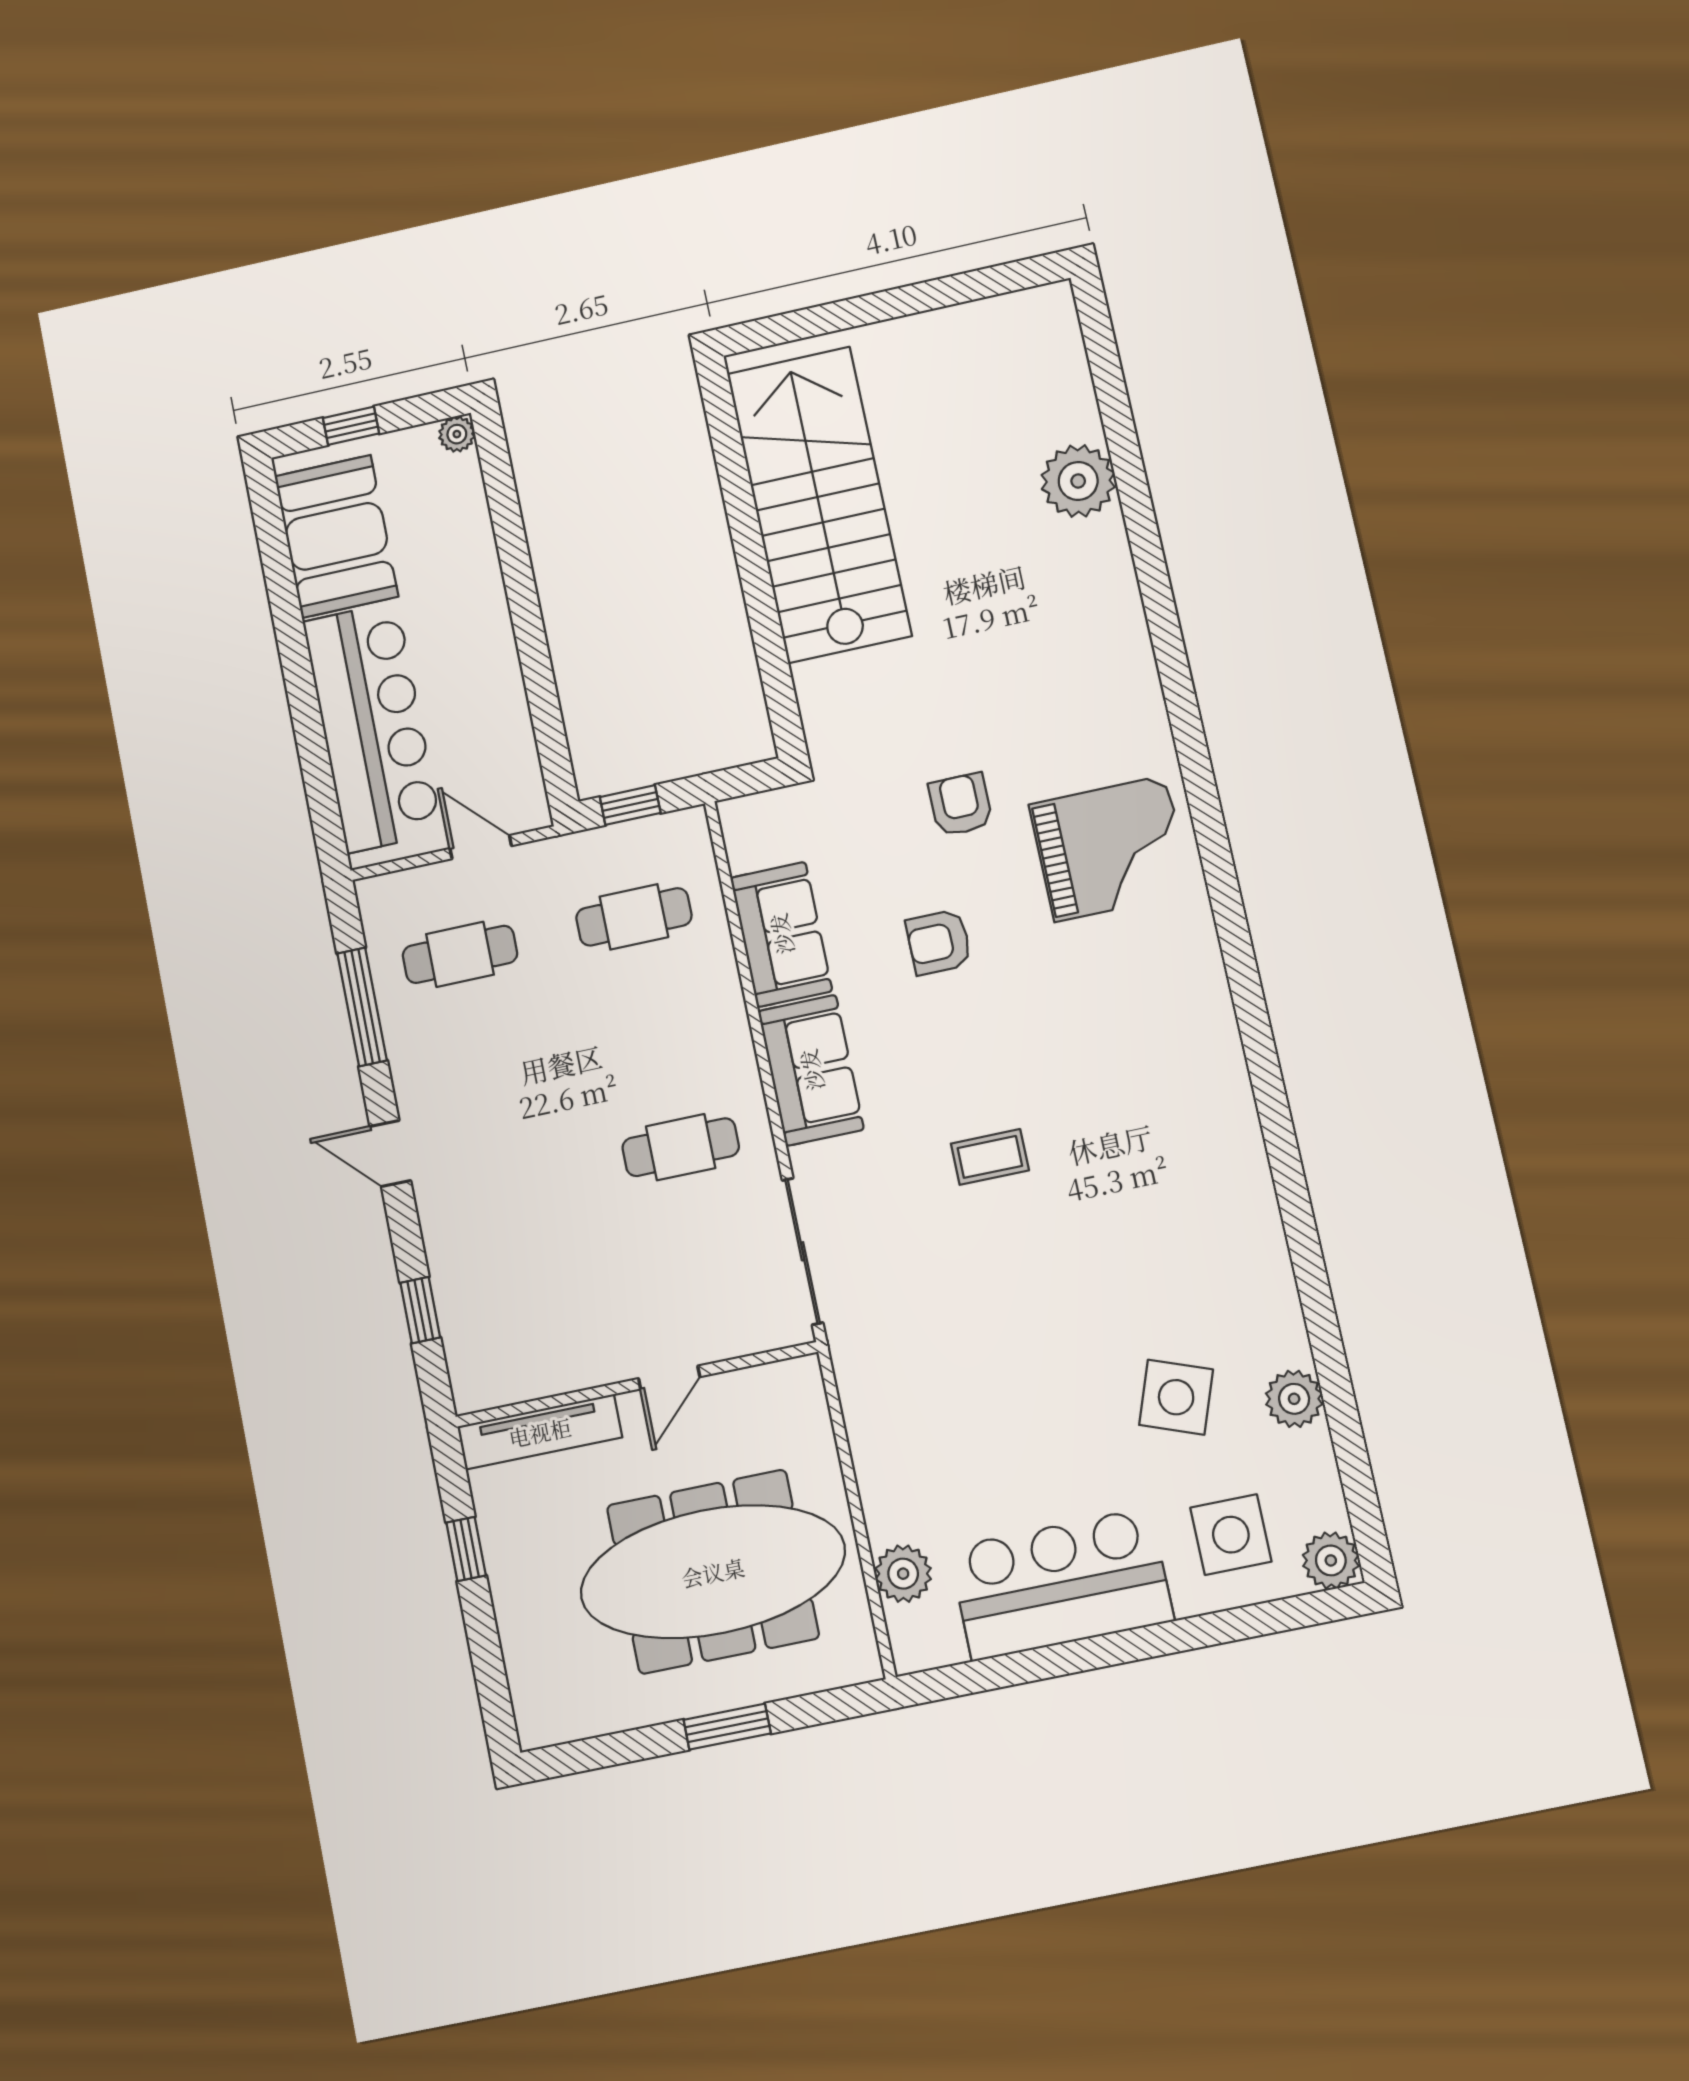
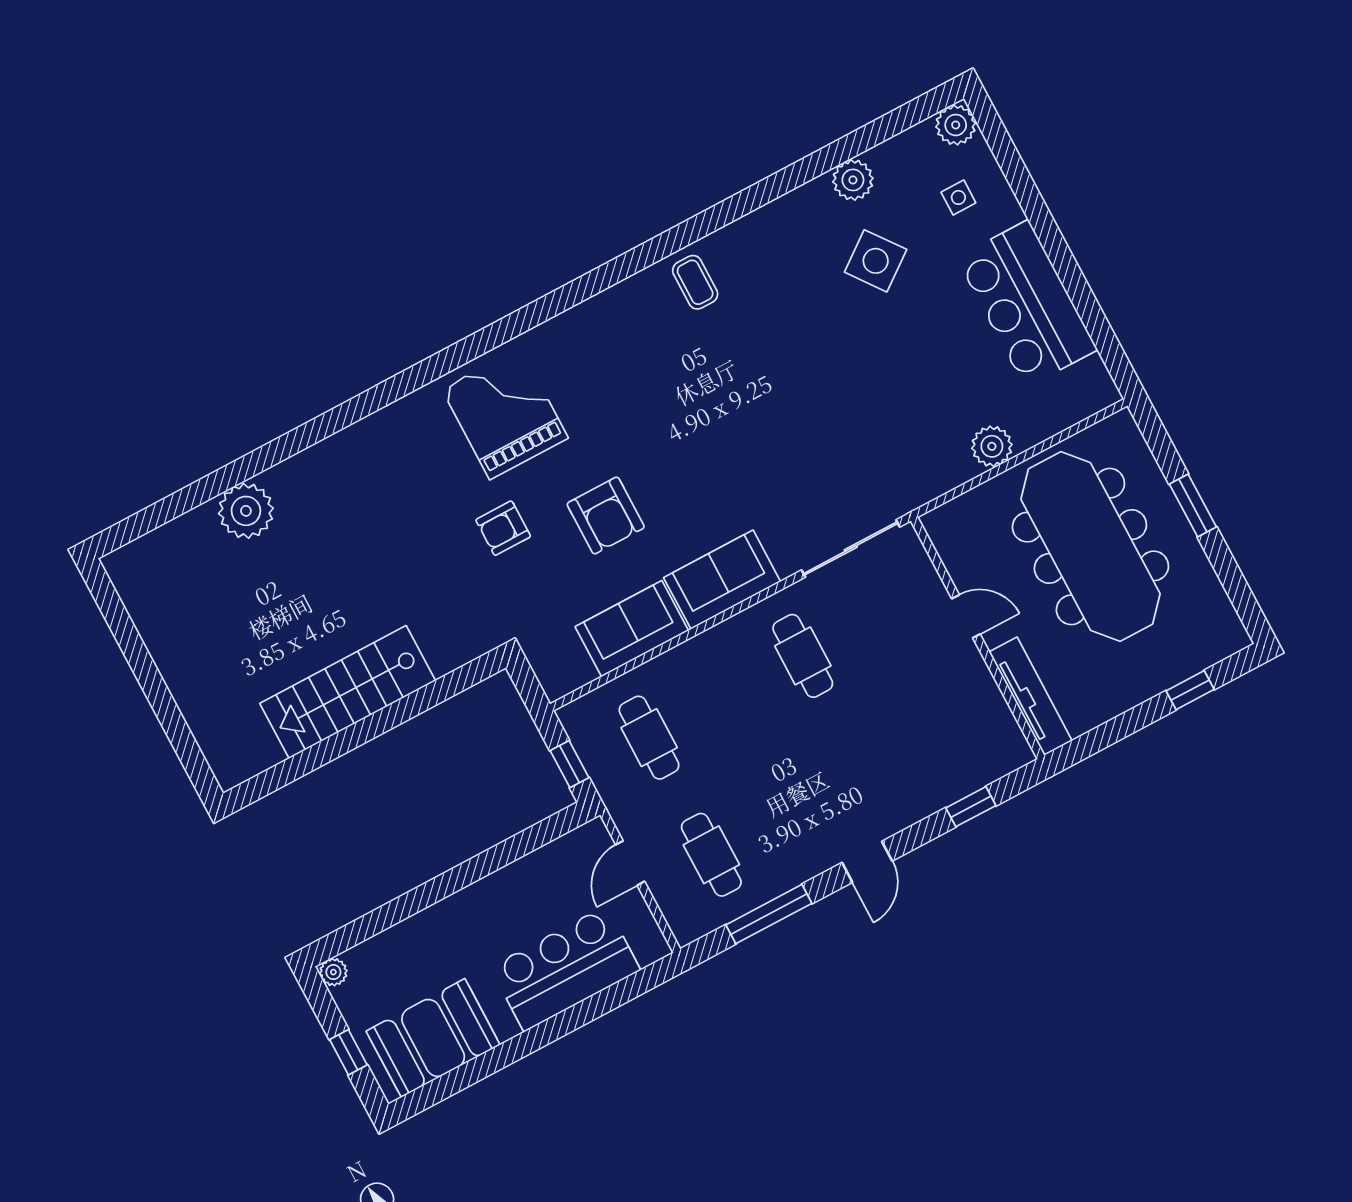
stairs: (819, 504) -> (348, 692), width x0.73, depth x0.66
bar counter: (372, 727) -> (565, 969), width x0.73
armchair: (939, 942) -> (606, 516), width x1.38, depth x1.38
coffee table: (990, 1157) -> (695, 282), moved
side table: (1176, 1397) -> (876, 261), turned 33
side table: (1231, 1535) -> (958, 197), width x0.54, depth x0.54
window: (466, 1549) -> (1190, 690), moved
plant: (903, 1574) -> (992, 446), moved

